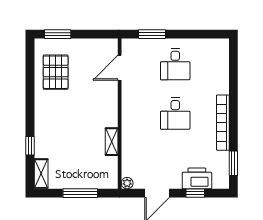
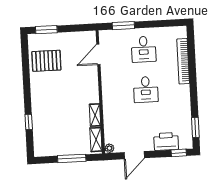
pallet: (56, 72) -> (46, 61), turned 90
bookcase: (223, 123) -> (183, 61), moved
shelving: (41, 174) -> (96, 140), moved
window: (195, 193) -> (179, 153), moved

